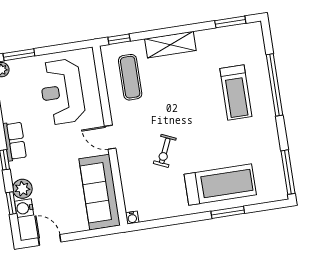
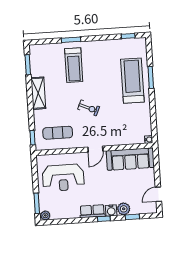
shelving: (170, 45) -> (38, 93), moved
window: (275, 85) -> (71, 40), width x0.47
treadmill: (236, 92) -> (74, 65), turned 90
exercise bike: (165, 151) -> (89, 108), moved
window: (288, 172) -> (128, 36), width x0.46
water cooler: (24, 208) -> (111, 210), moved

